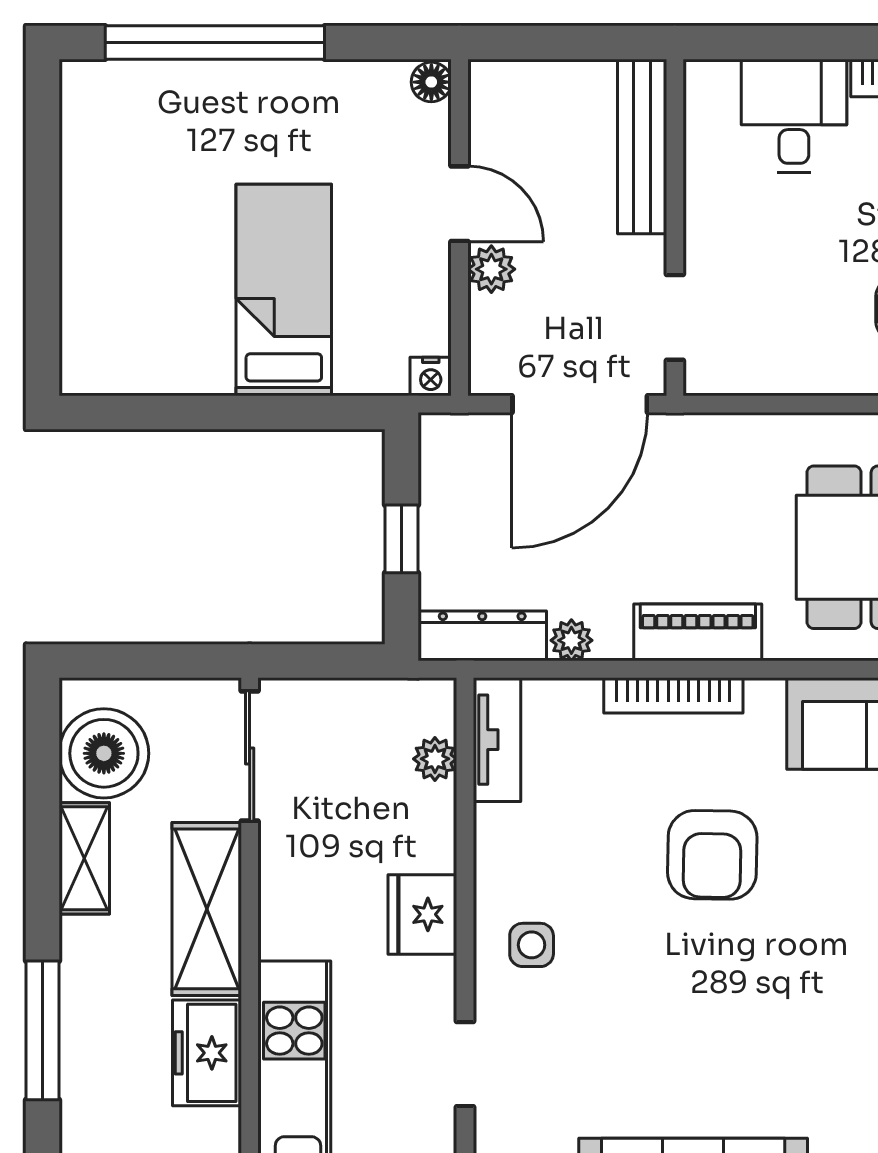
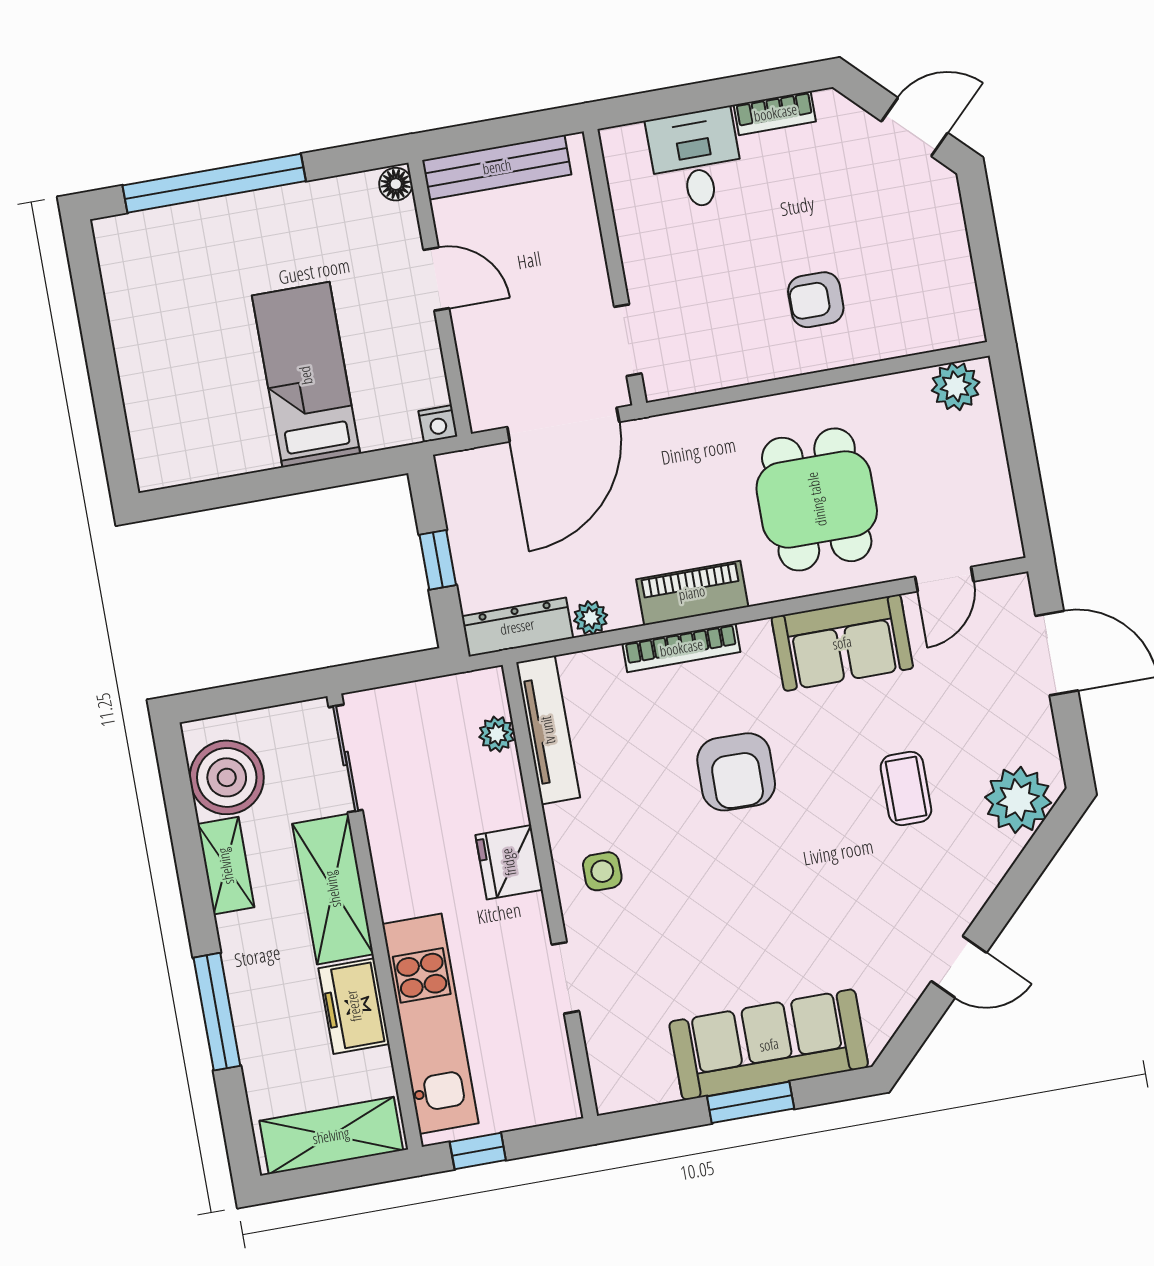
bench: (642, 146) -> (497, 167), moved, turned 90
plant: (491, 269) -> (472, 328), removed
tv unit: (497, 740) -> (548, 730), width x1.41

